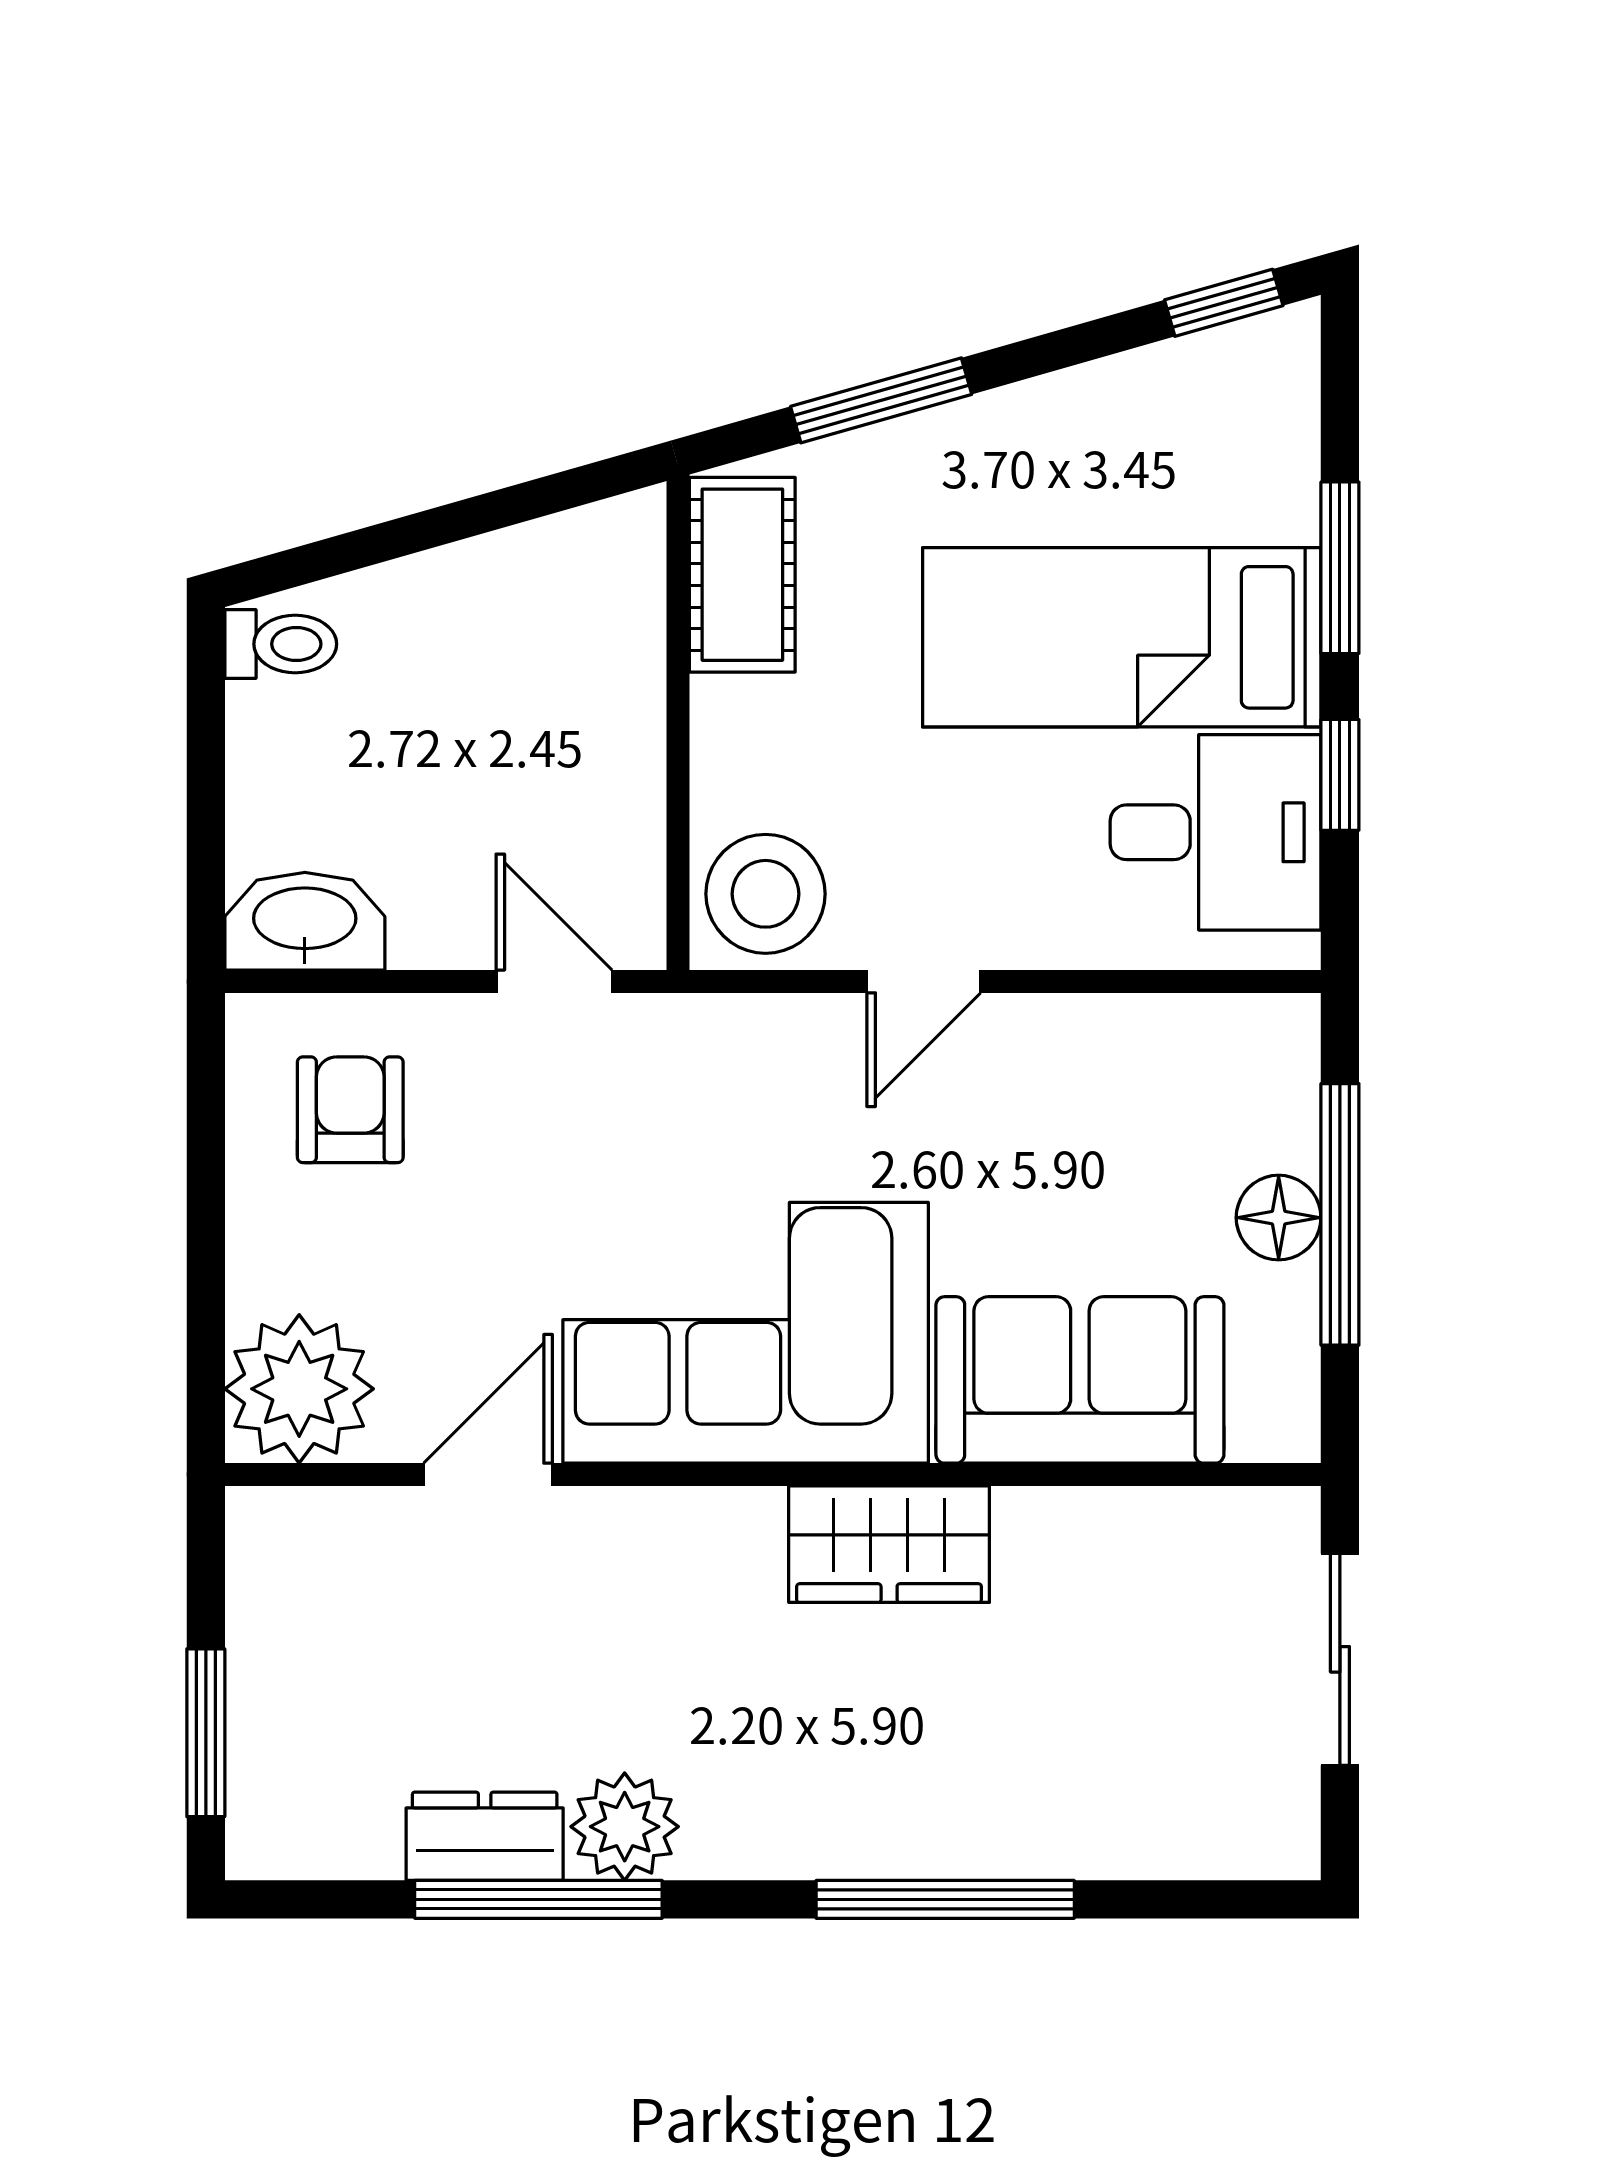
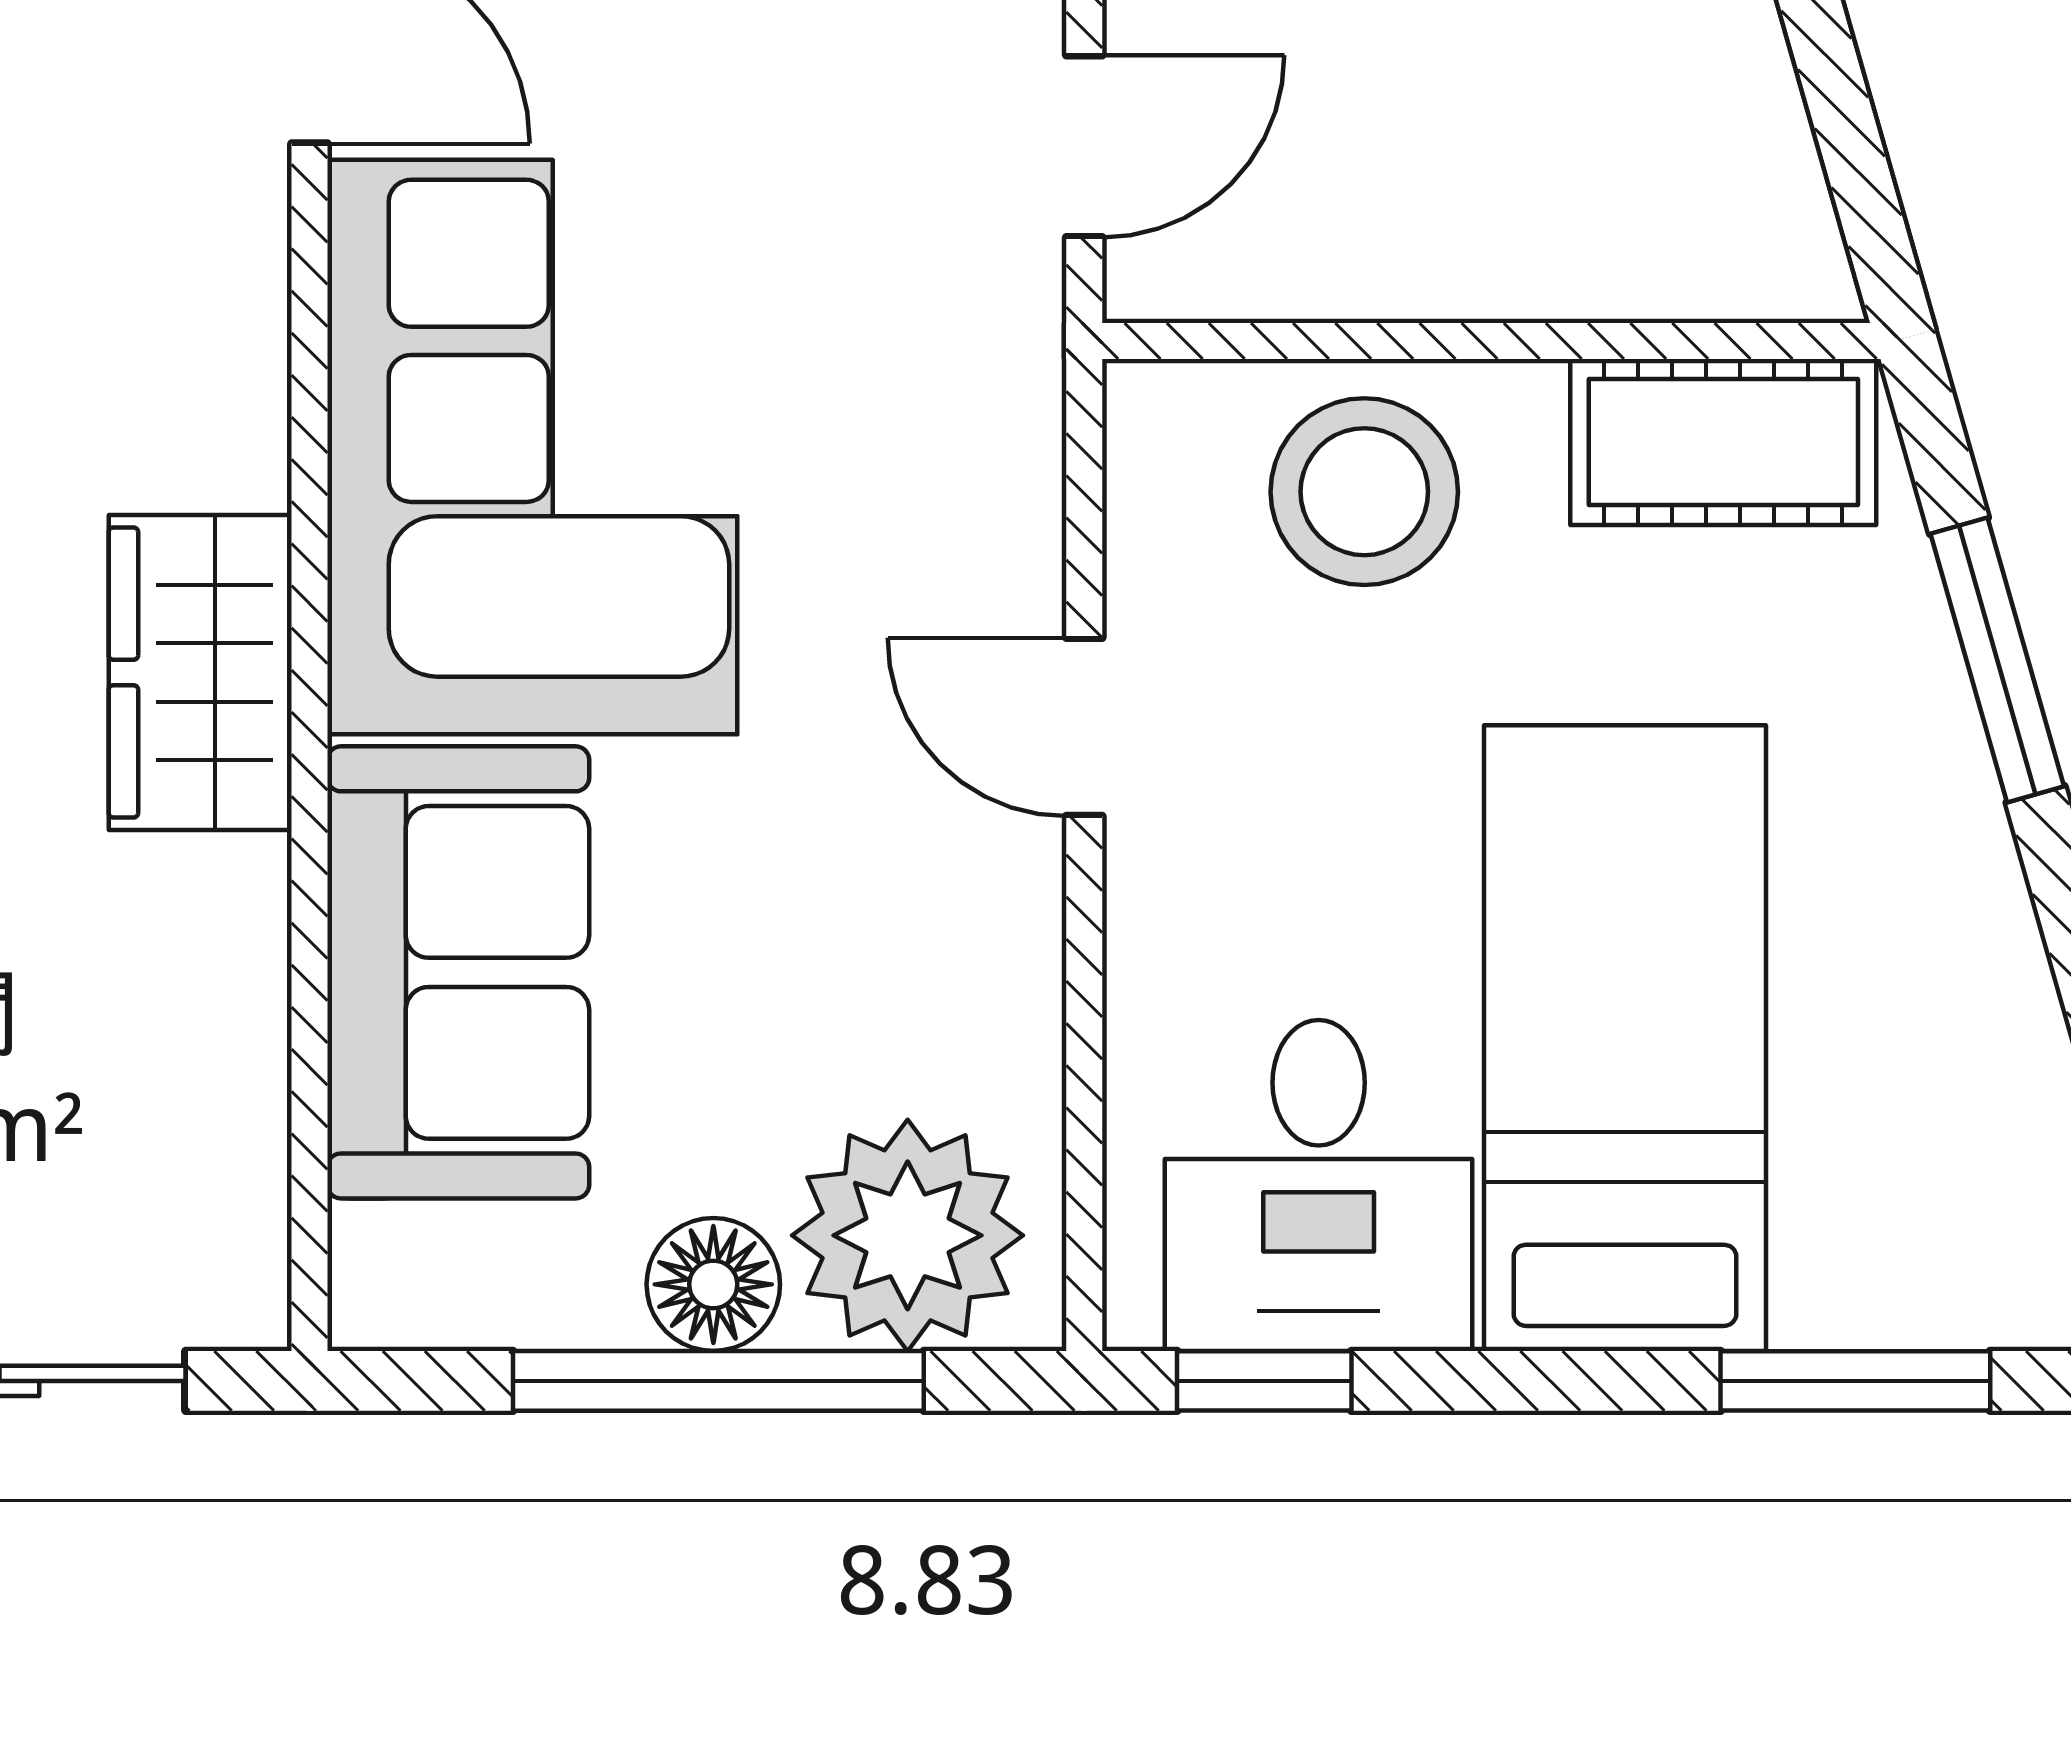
window: (1340, 568) -> (1855, 1381), moved
window: (1340, 775) -> (1264, 1381), moved
stool: (766, 894) -> (1364, 492), moved
plant: (1247, 1094) -> (908, 1235), added

